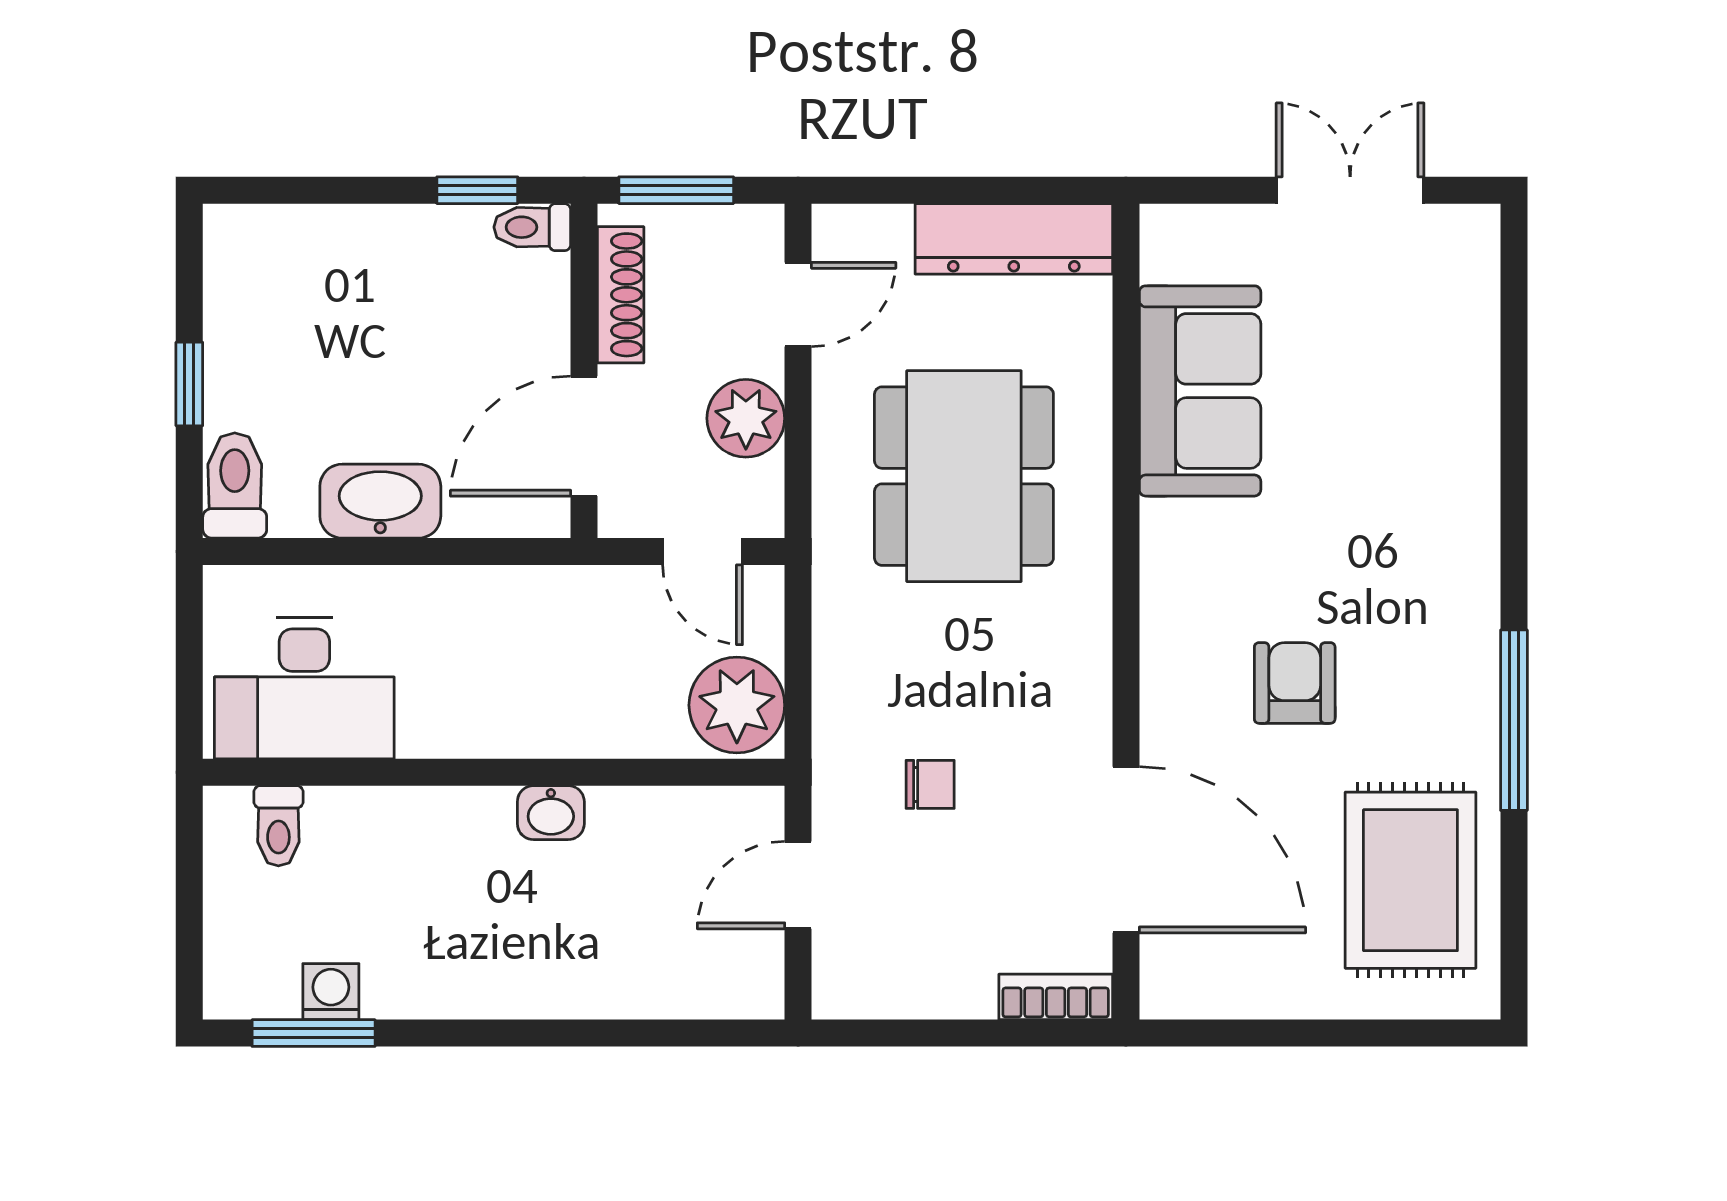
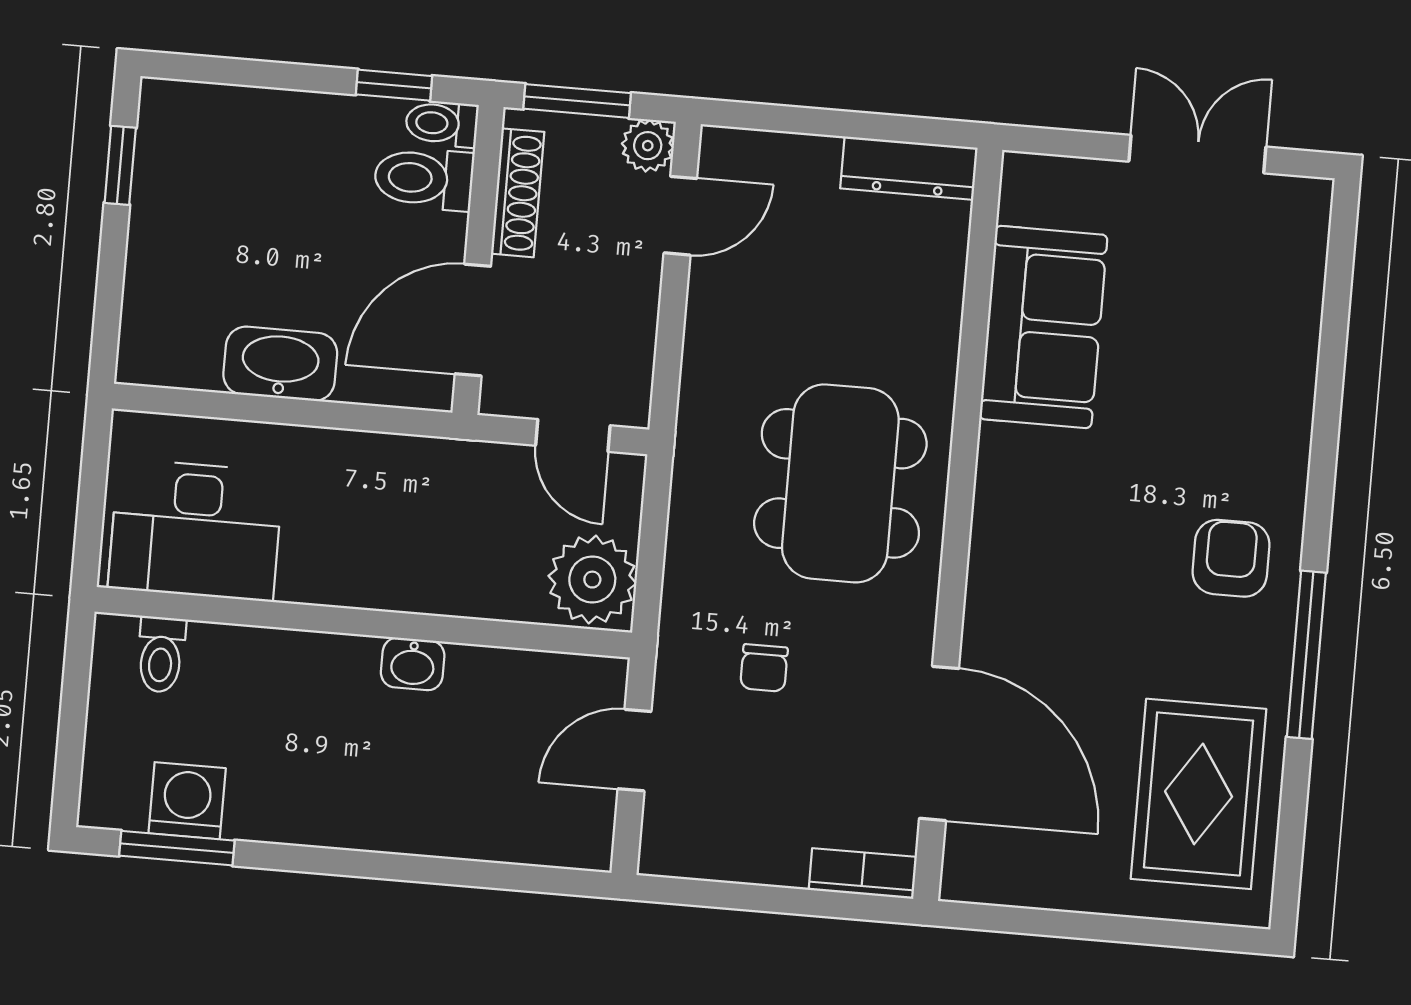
dresser: (1014, 239) -> (909, 168), width x0.73, depth x0.80
window: (189, 384) -> (120, 165), moved
plant: (746, 418) -> (648, 146), moved, width x0.73, depth x0.73
dining table: (964, 476) -> (840, 483), moved
toilet: (235, 485) -> (424, 179), moved, turned -90
armchair: (1295, 683) -> (1231, 558), moved
chair: (930, 784) -> (764, 668), turned 90
washing machine: (331, 992) -> (187, 801), width x1.38, depth x1.38

